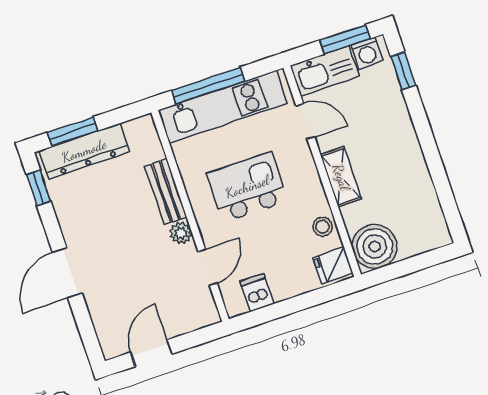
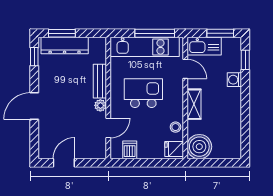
washing machine: (367, 53) -> (234, 80), moved, turned 90
window: (208, 86) -> (155, 33), moved

